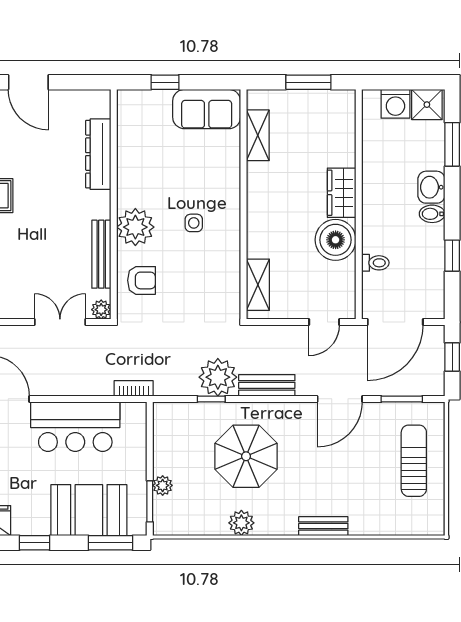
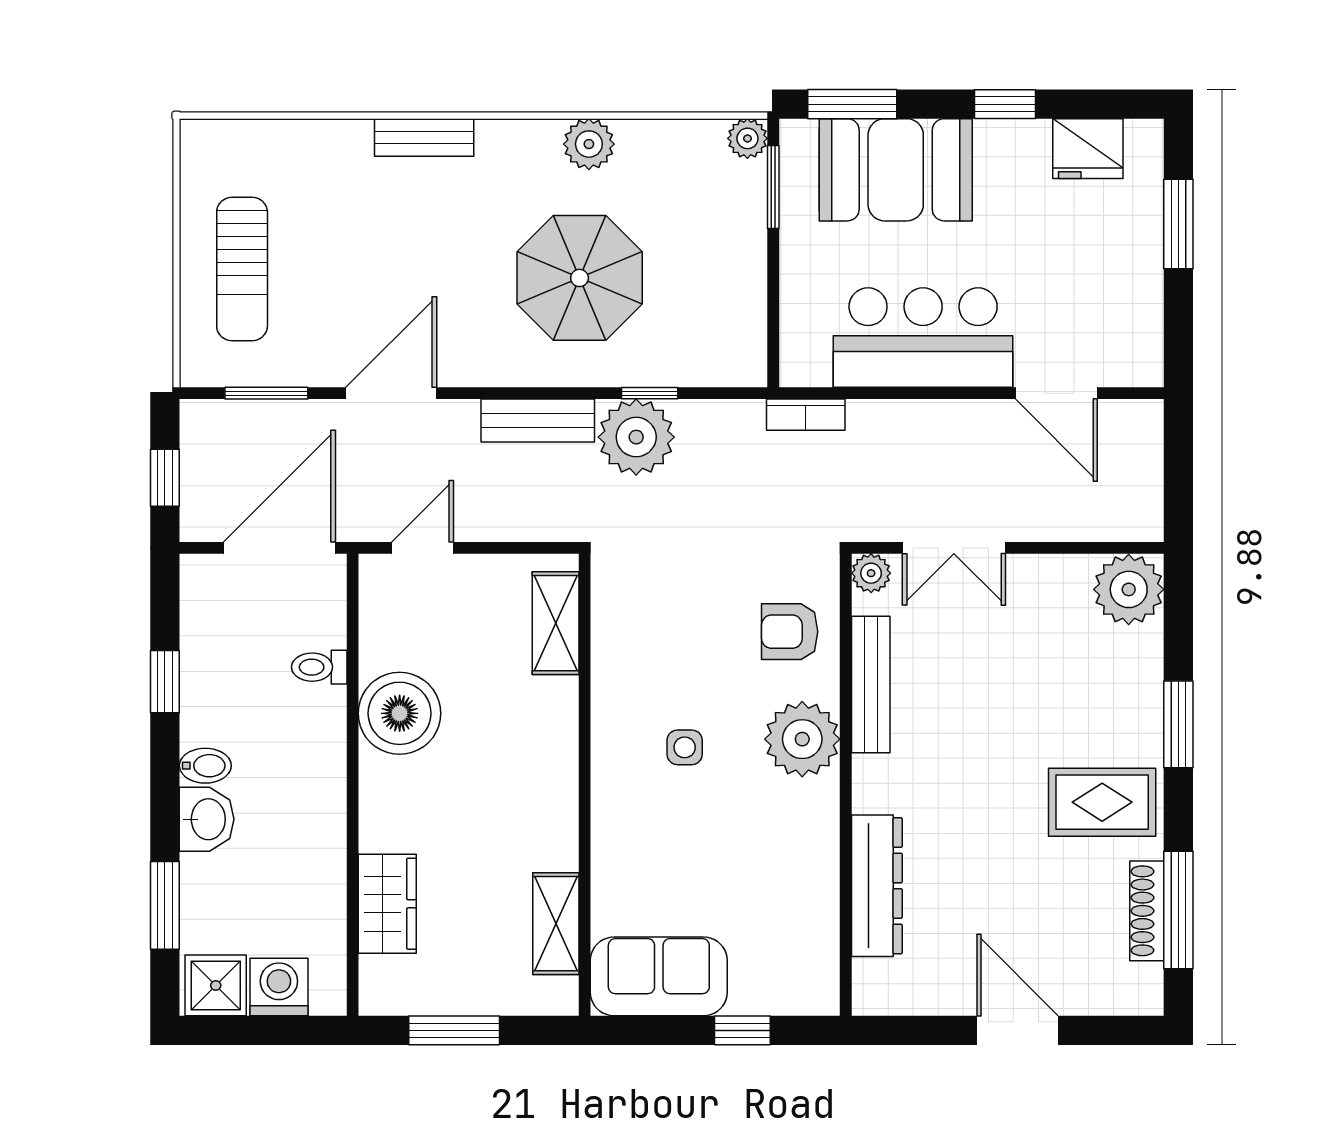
wardrobe: (342, 193) -> (387, 904), moved
plant: (163, 485) -> (747, 138), moved

